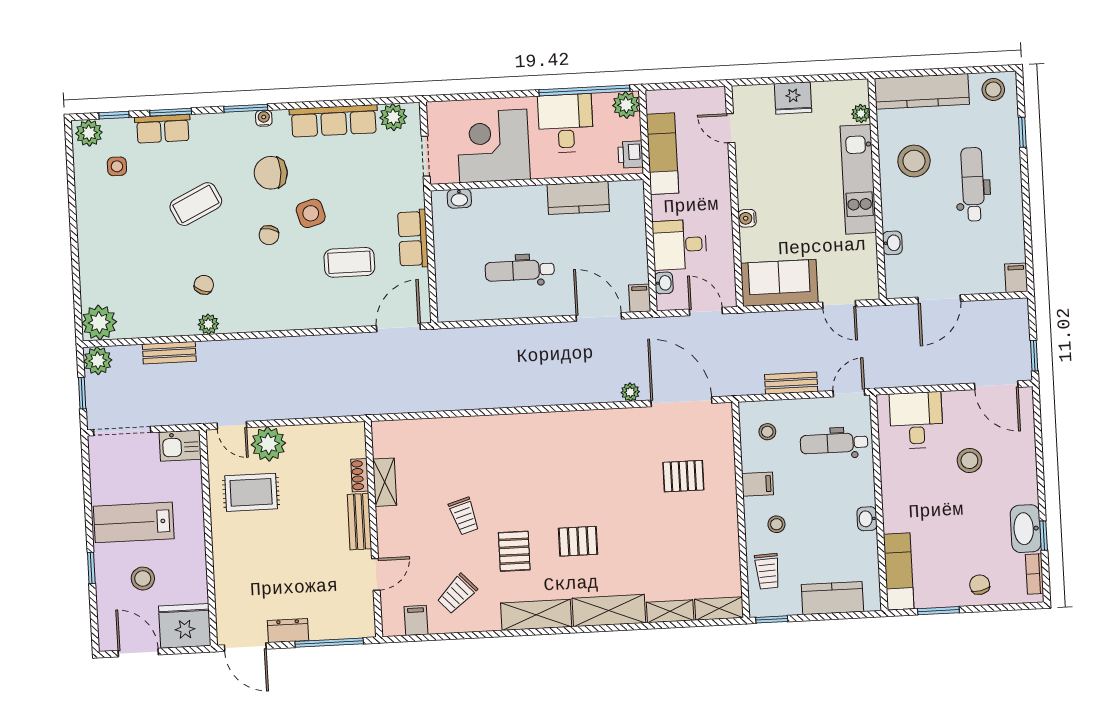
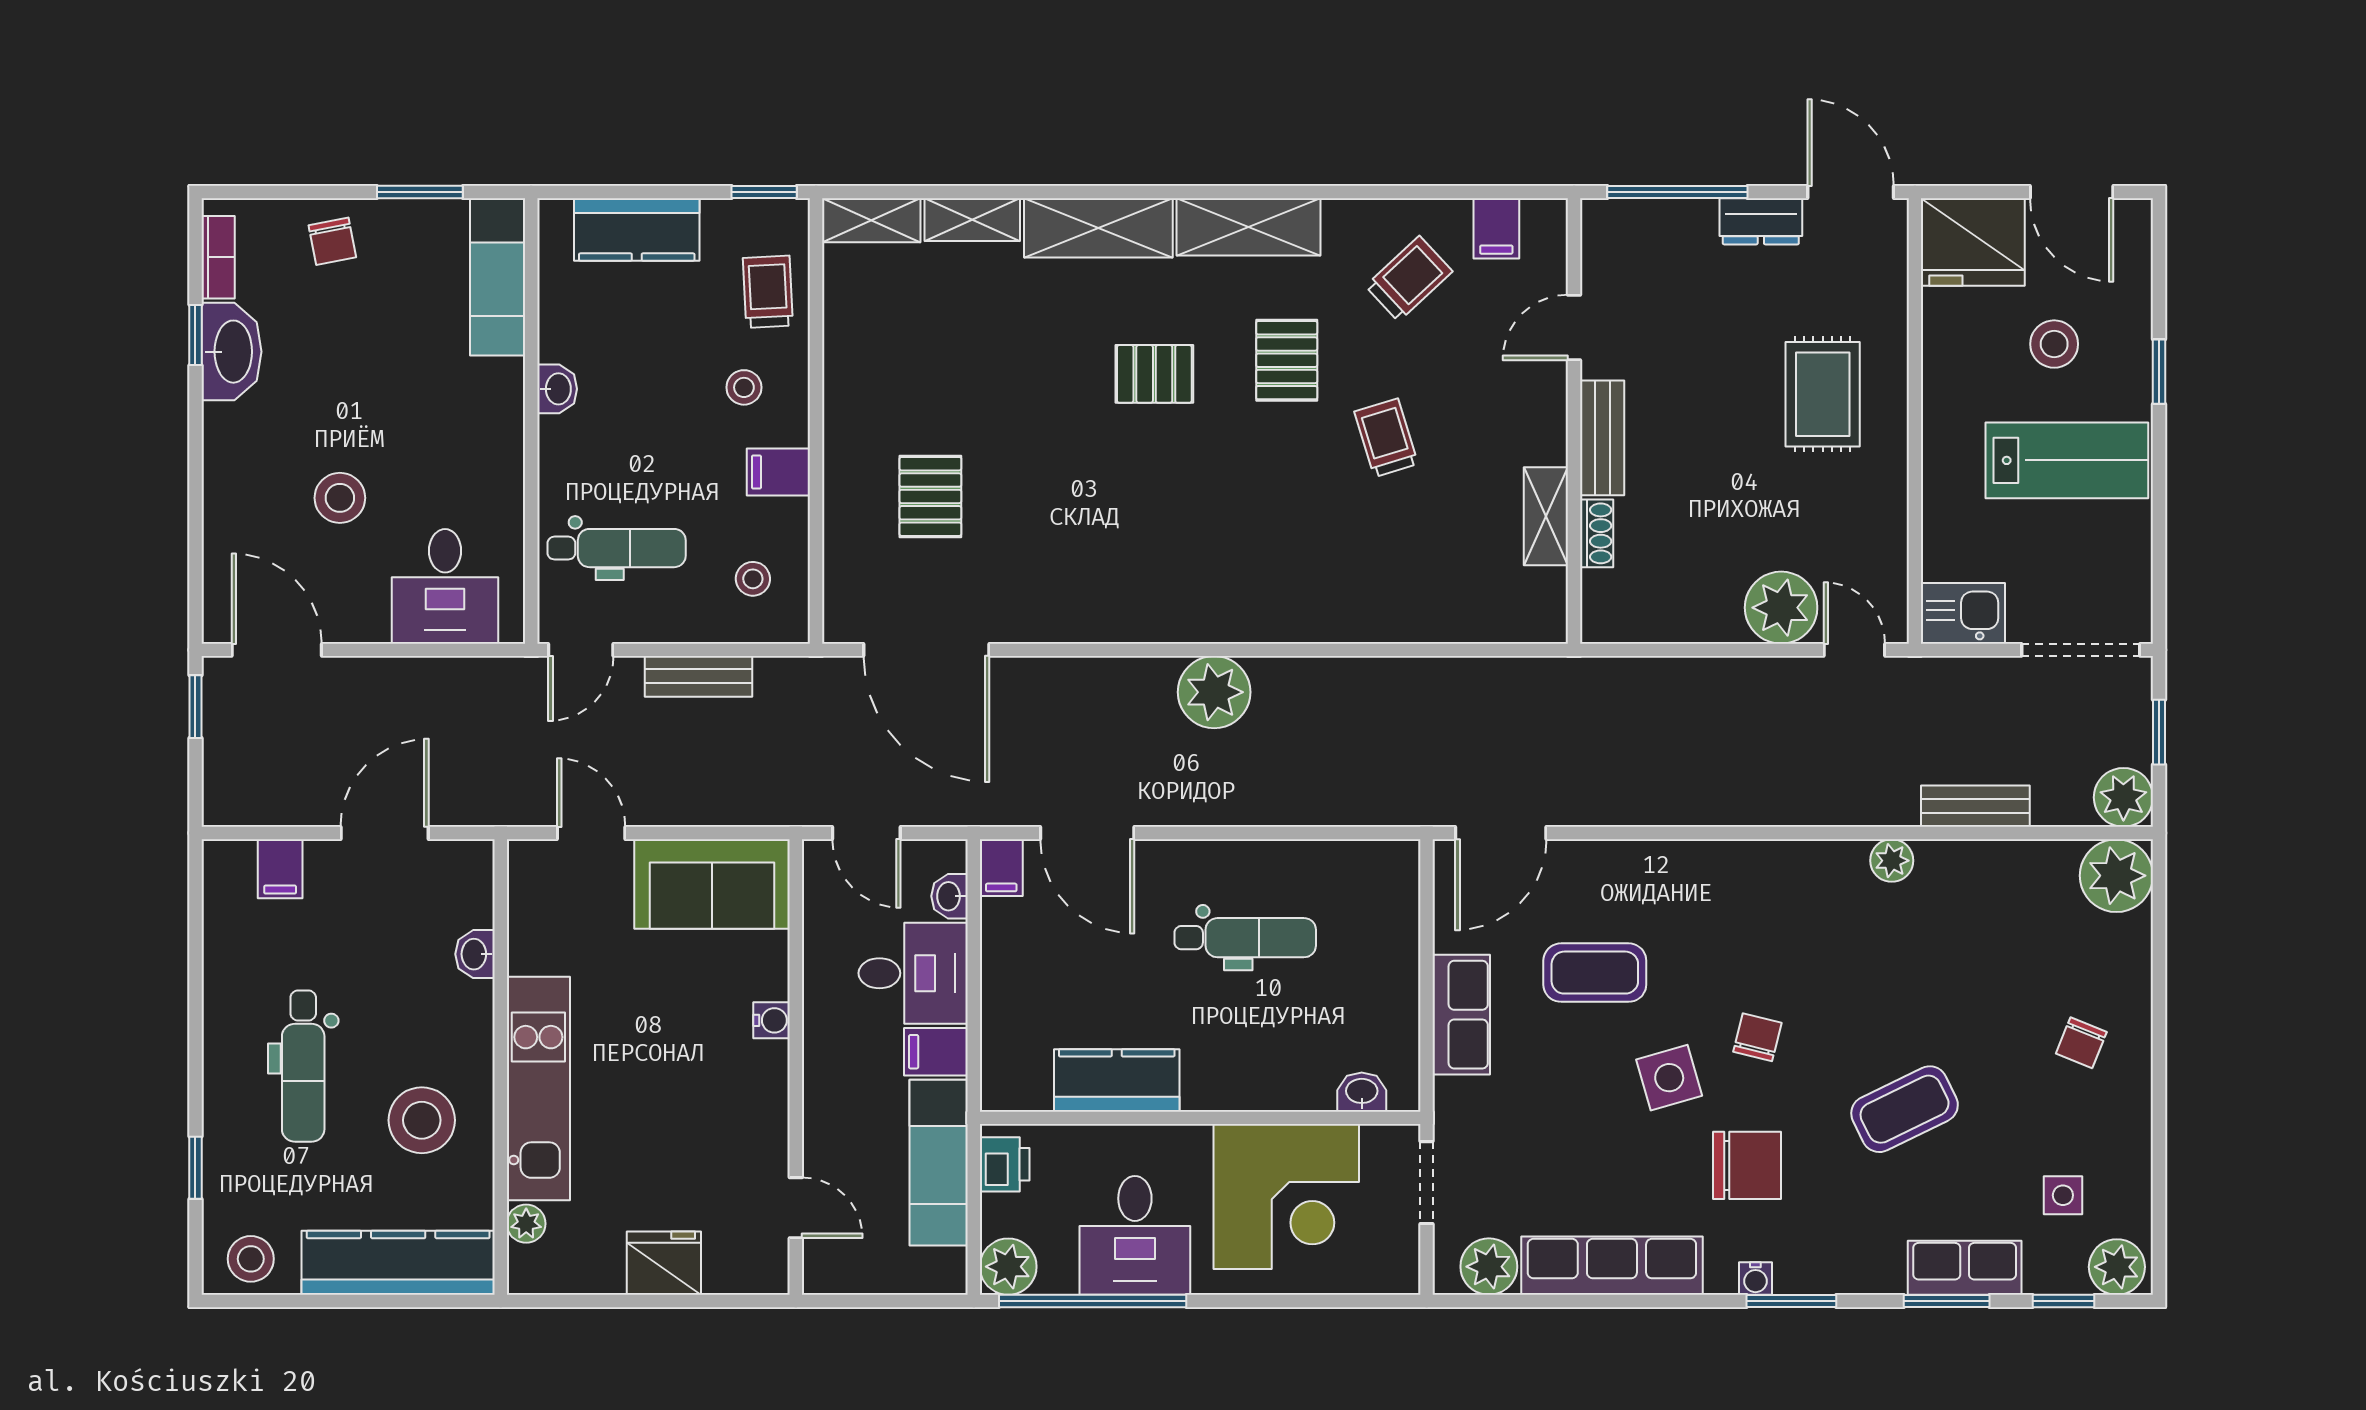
filing cabinet: (667, 207) -> (936, 1052), added
filing cabinet: (1016, 278) -> (280, 869), moved
chair: (204, 285) -> (2081, 1043), moved
plant: (630, 392) -> (1214, 692), moved, width x1.88, depth x1.88
pallet: (683, 476) -> (930, 496), turned 90
rug: (251, 492) -> (1823, 394), moved, turned 90

